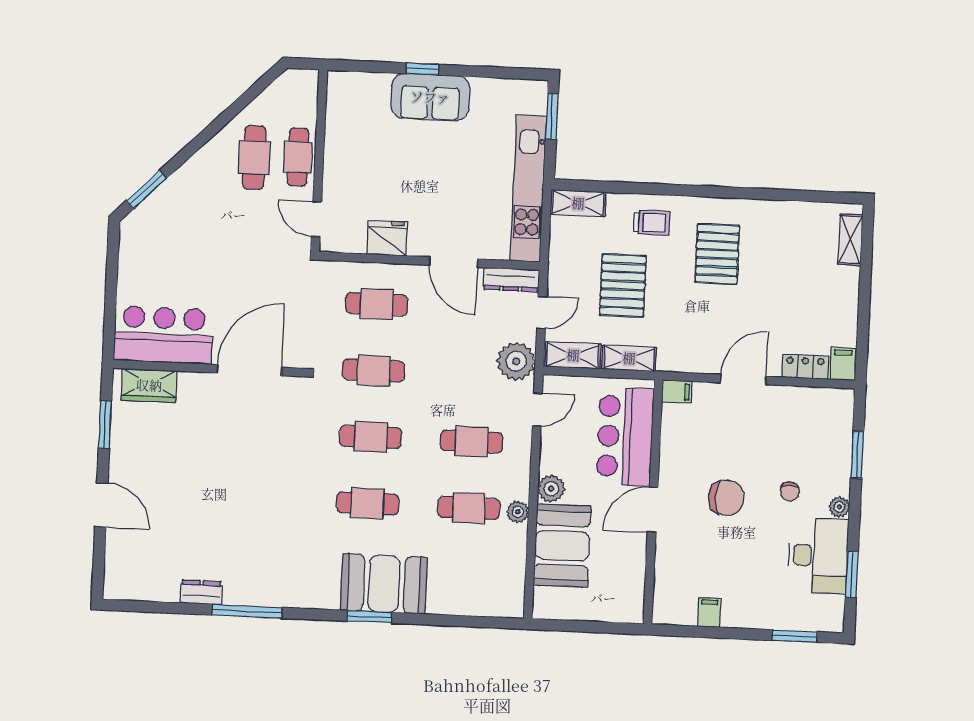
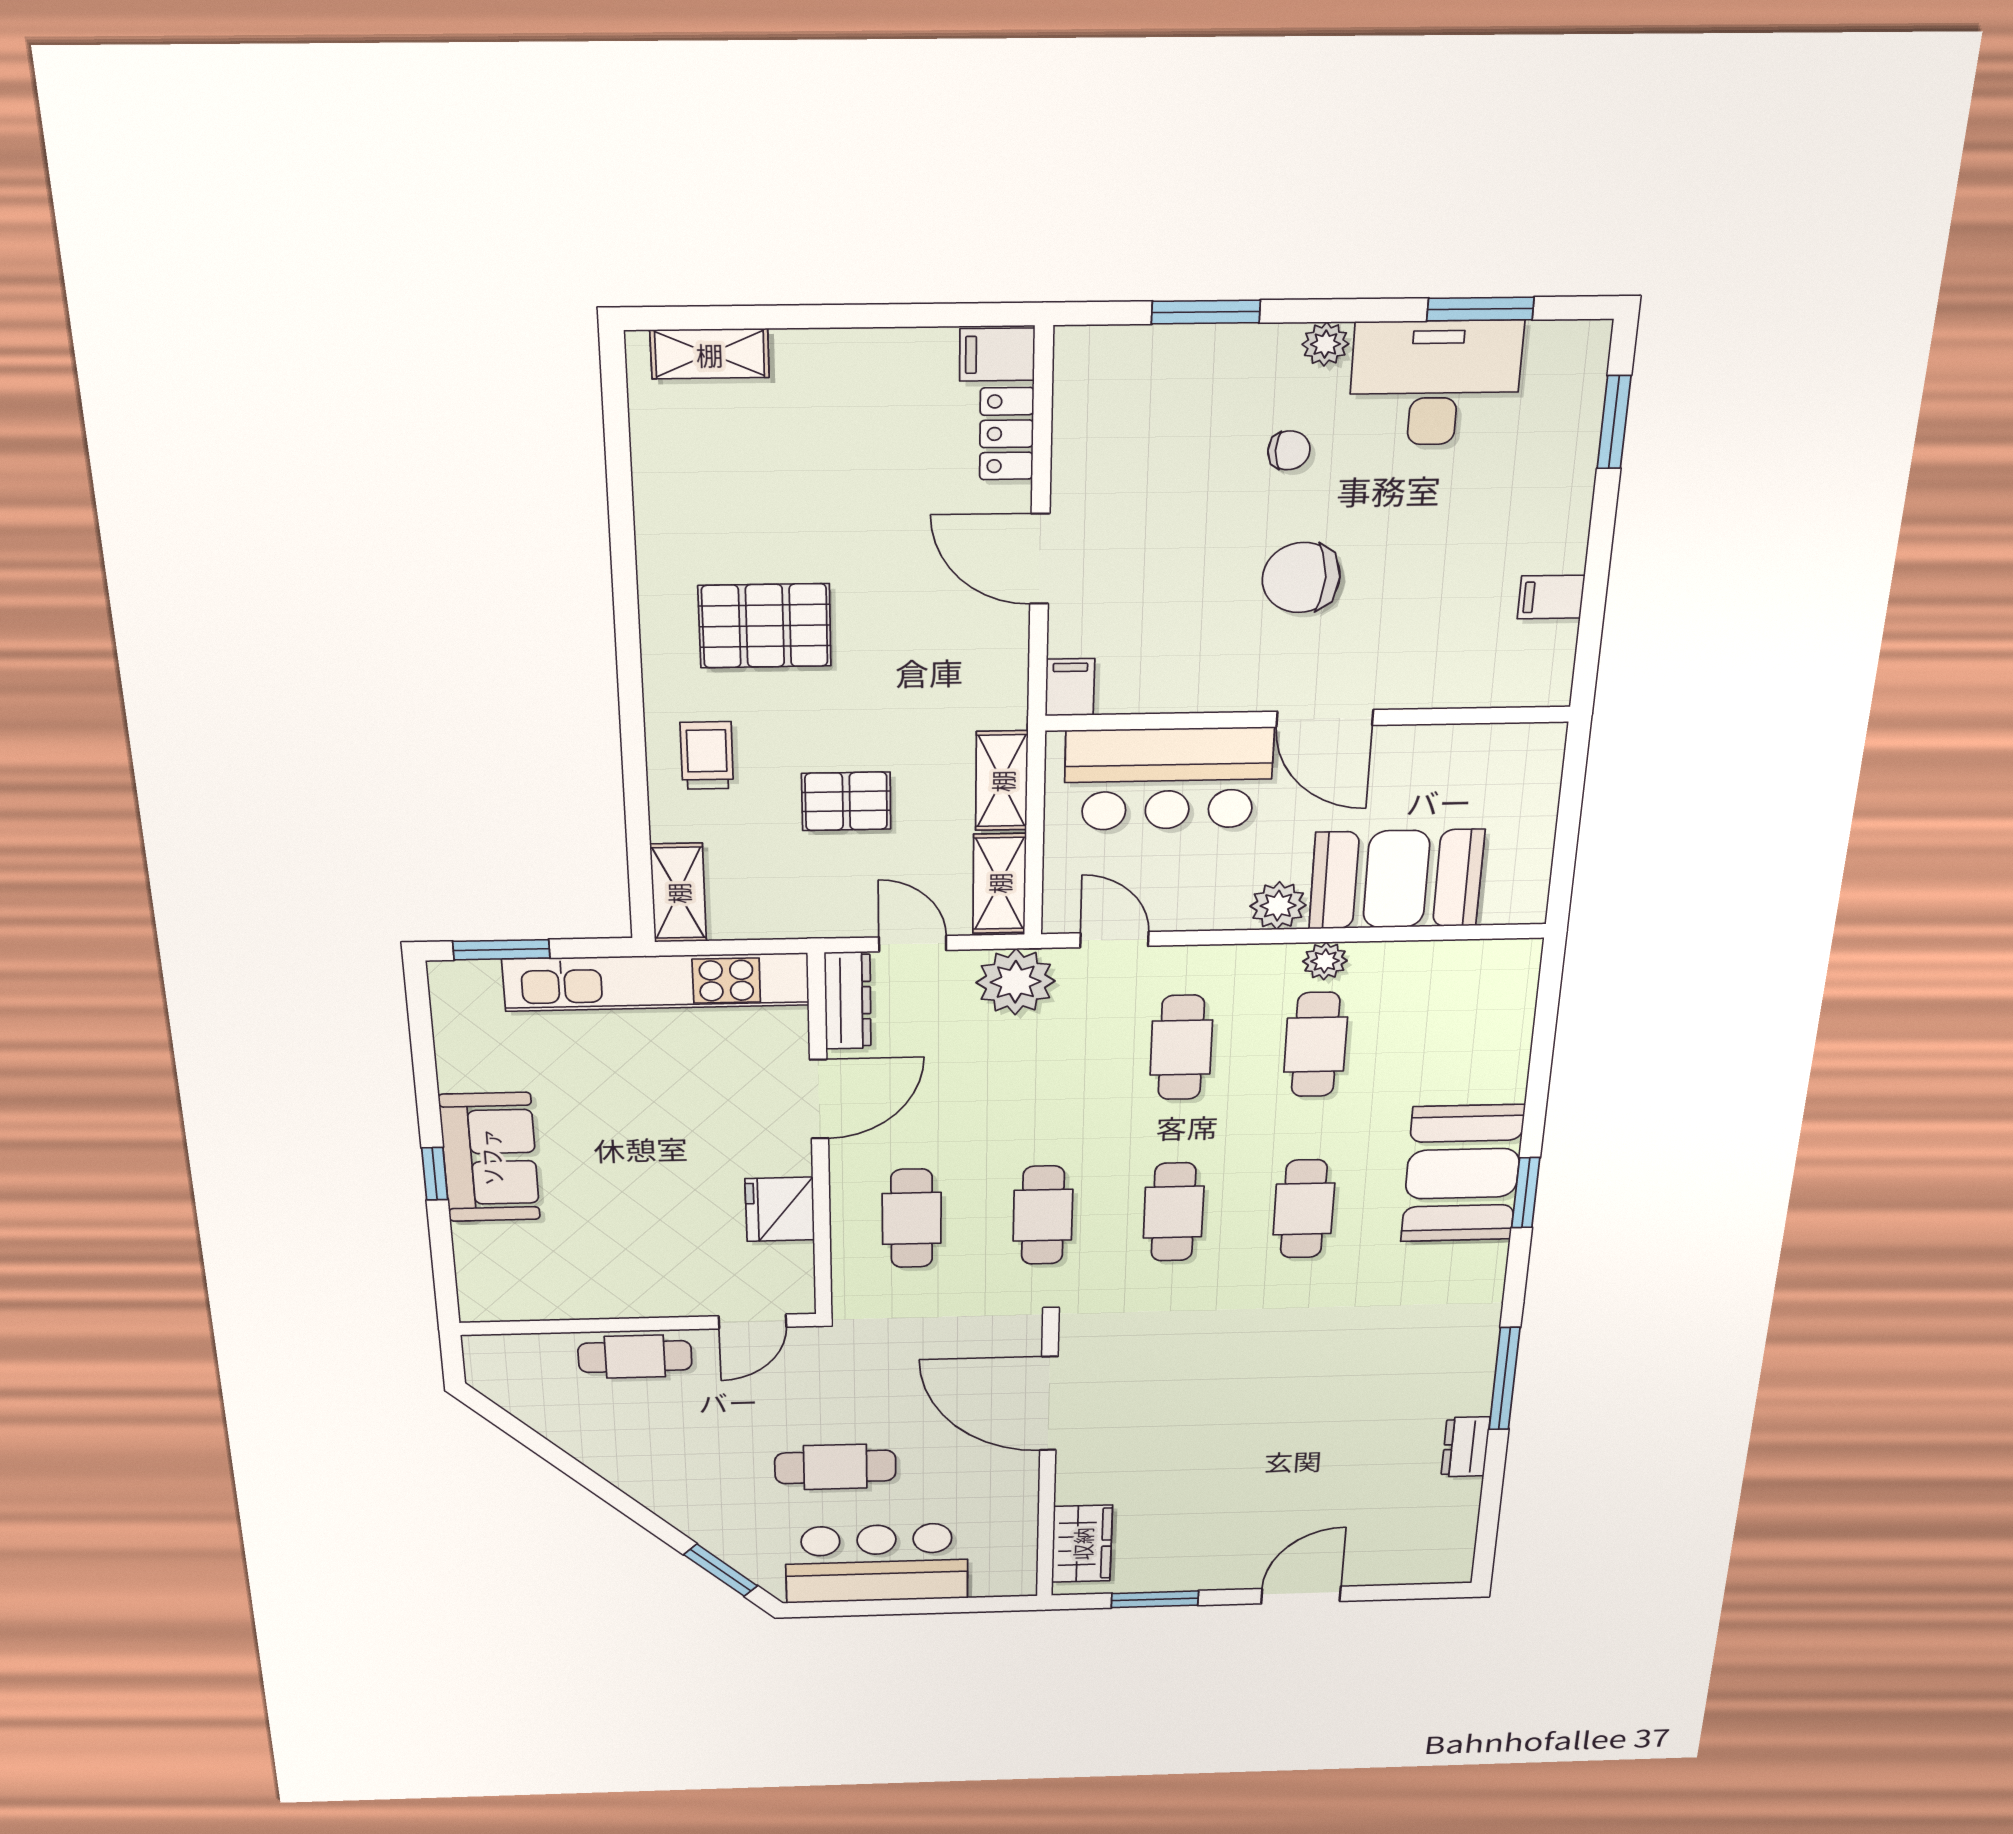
cafe table: (254, 158) -> (835, 1467), moved
pallet: (623, 285) -> (846, 801), width x0.67, depth x0.71
bar counter: (164, 335) -> (877, 1563), moved, turned 90
chair: (726, 498) -> (1301, 578), turned -90

